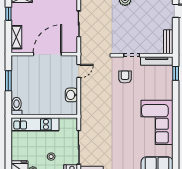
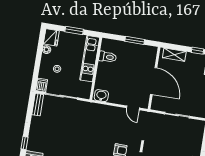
washbasin: (71, 95) -> (101, 96), moved
toilet: (17, 106) -> (108, 57), moved
window: (8, 145) -> (74, 30), added

